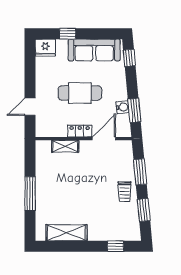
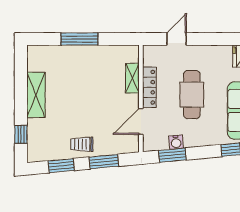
door: (30, 107) -> (177, 39), hinge flipped
locker: (80, 131) -> (149, 87), width x1.53
door: (104, 139) -> (141, 121), swing flipped
shelving: (66, 233) -> (36, 95), moved

